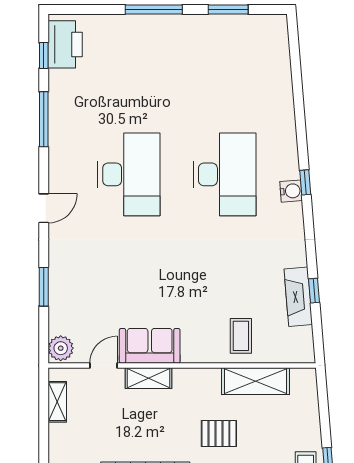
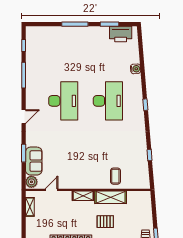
printer: (65, 44) -> (121, 34), moved, turned 90
water cooler: (291, 191) -> (136, 69), moved
fireplace: (298, 297) -> (142, 158), removed
sofa: (150, 346) -> (34, 161), moved, turned 90
shelving: (148, 378) -> (83, 196), moved
shelving: (255, 381) -> (111, 197), moved

